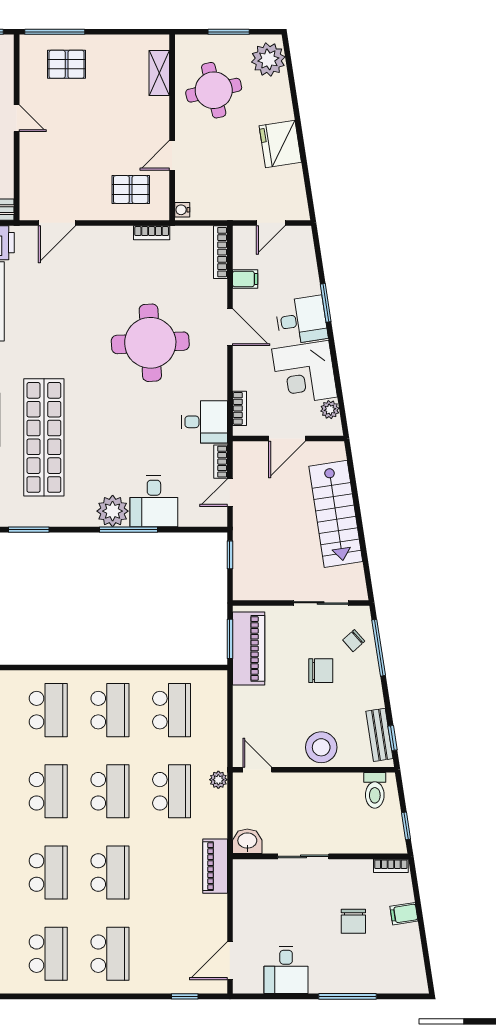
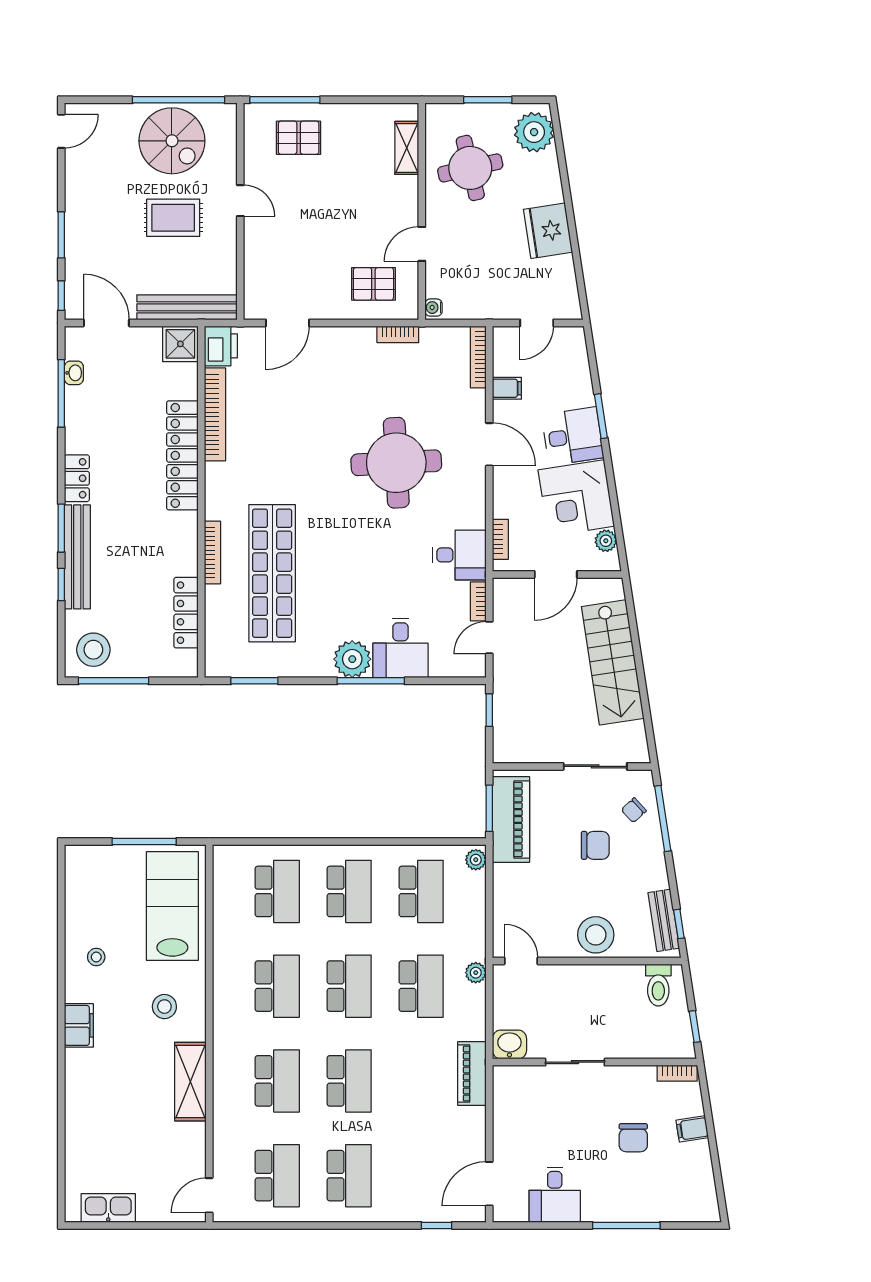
plant: (218, 683) -> (476, 860), added

